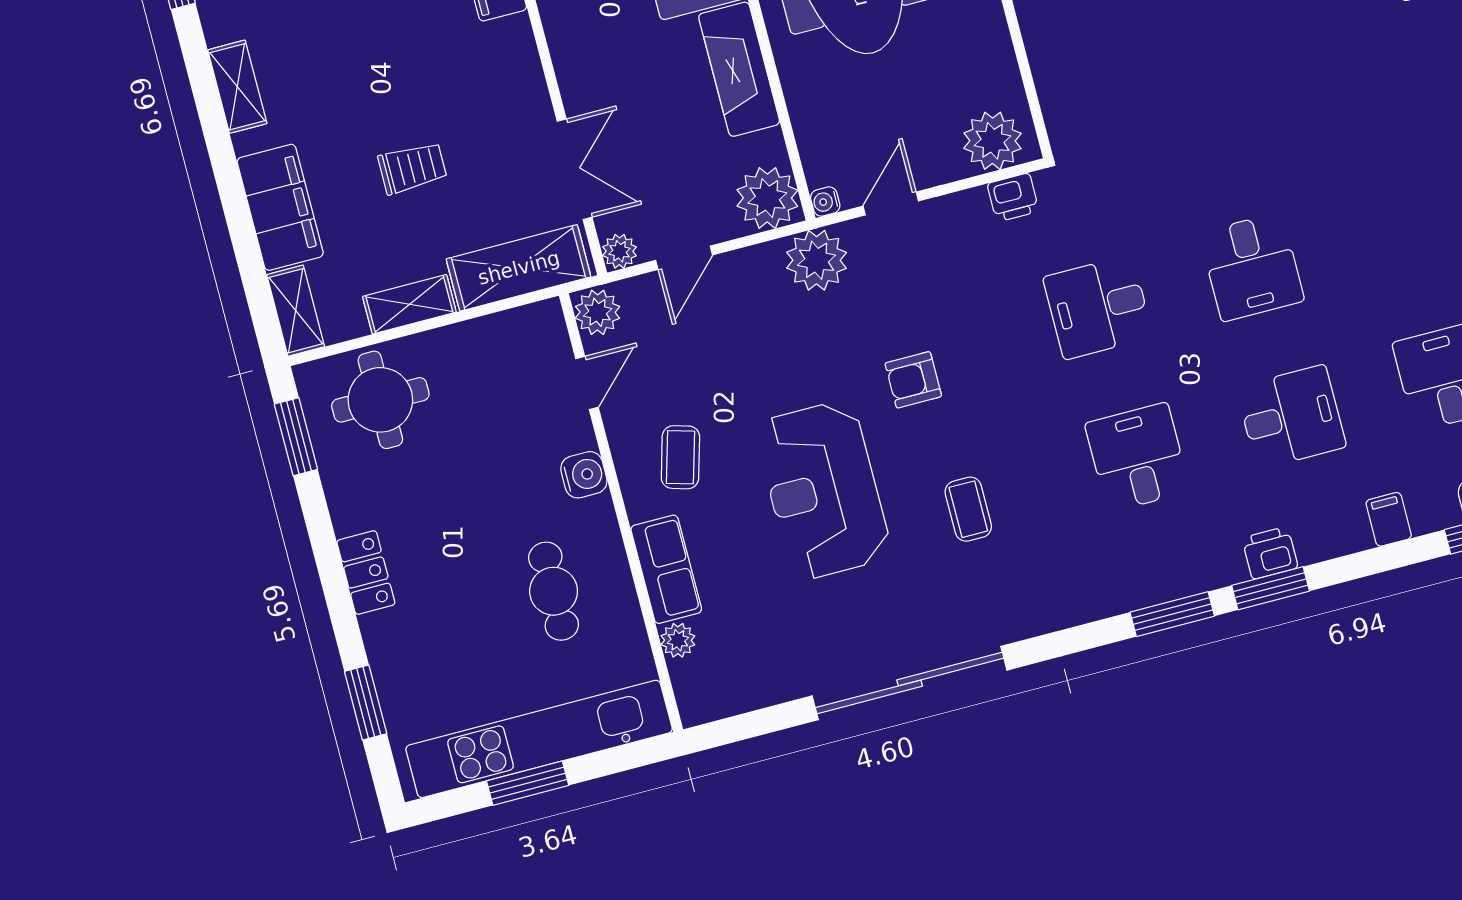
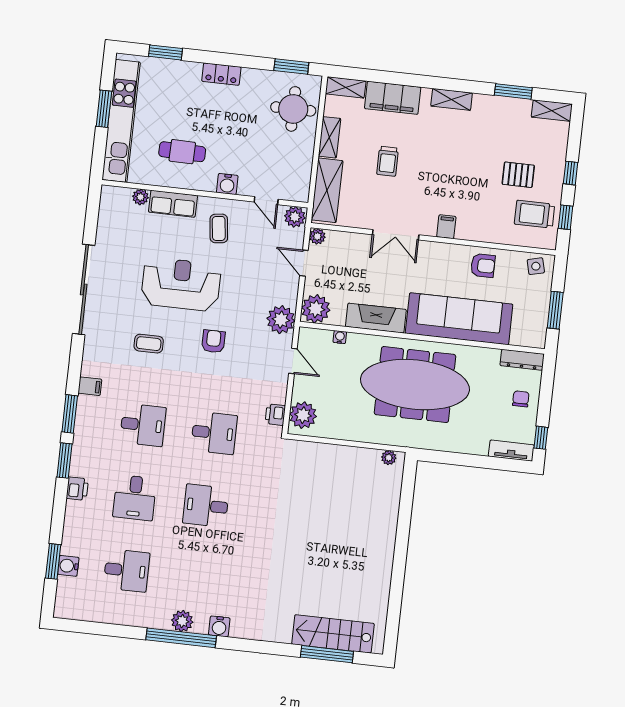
double door: (575, 169) -> (396, 235), moved
water cooler: (825, 202) -> (340, 337), moved
desk: (1098, 307) -> (214, 433), turned 90
coffee table: (680, 457) -> (219, 228), turned 67
filing cabinet: (1389, 519) -> (90, 386), moved
printer: (1270, 553) -> (77, 489), moved

